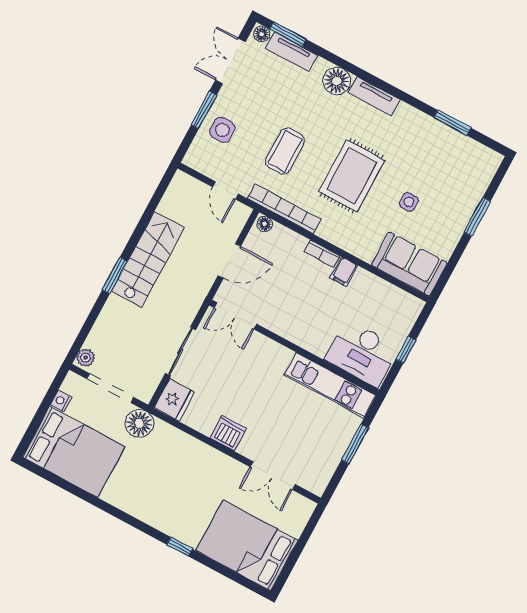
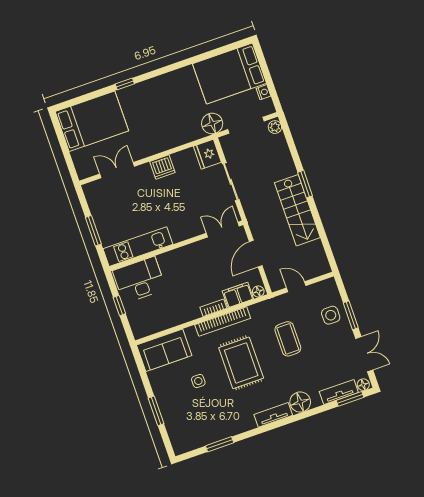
bookcase: (284, 209) -> (223, 321), moved
filing cabinet: (344, 272) -> (238, 295), moved, width x2.00

